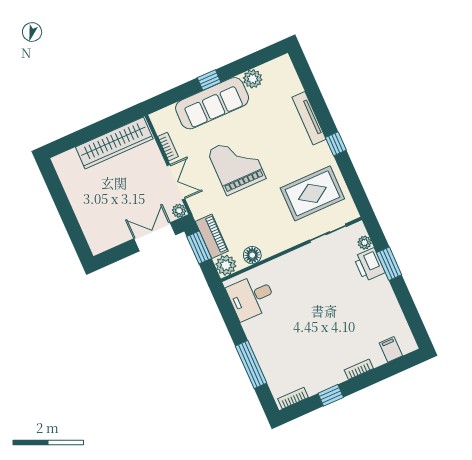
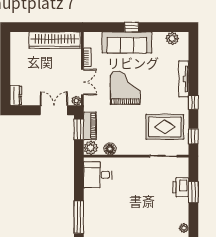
plant: (253, 79) -> (172, 38), moved
window: (356, 189) -> (193, 136), added
dresser: (95, 240) -> (16, 95), added
plant: (365, 243) -> (184, 228), moved

